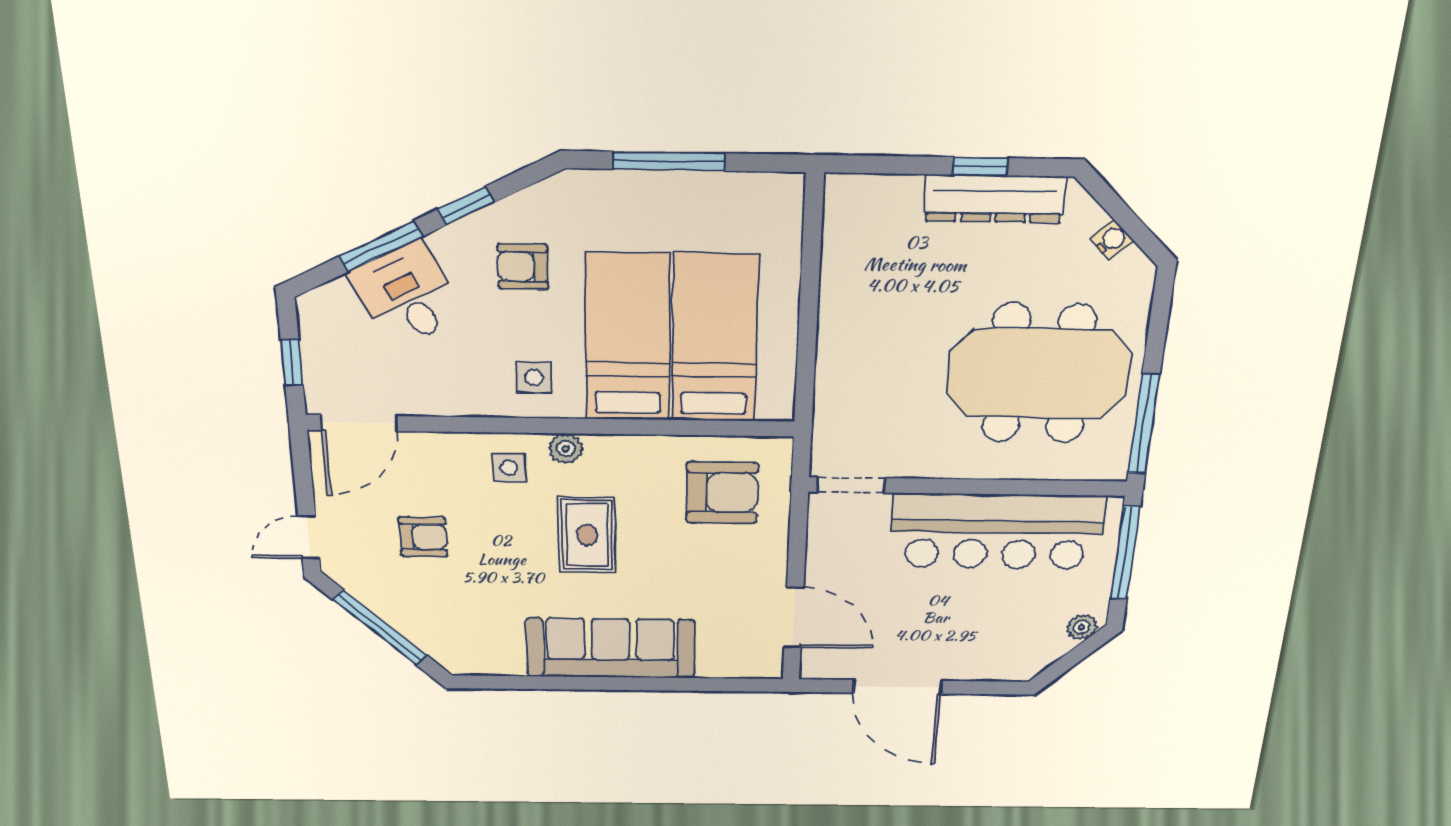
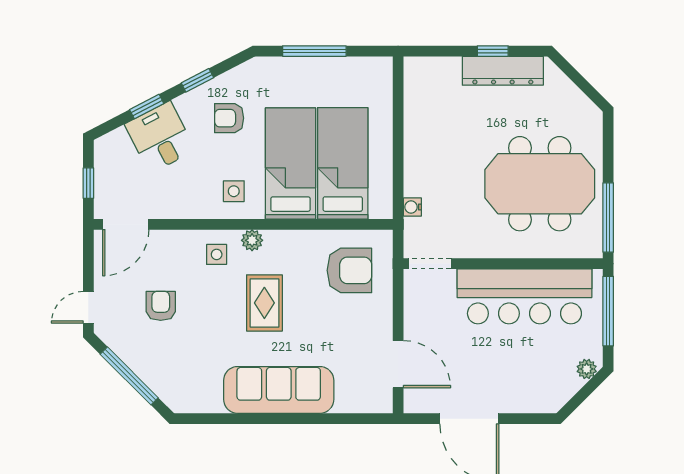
water cooler: (1112, 240) -> (412, 207), moved, turned -135
window: (381, 246) -> (147, 107), width x0.67
armchair: (423, 537) -> (161, 306), turned -90

